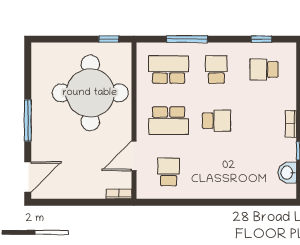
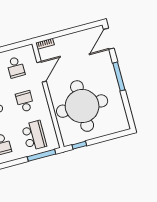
window: (187, 39) -> (41, 155), moved
school desk: (169, 69) -> (34, 136), turned -90
school desk: (169, 121) -> (25, 101), width x0.54

